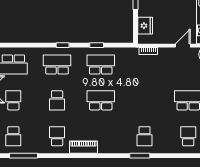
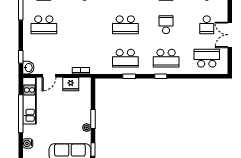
fridge: (145, 26) -> (71, 84), moved, turned -90

